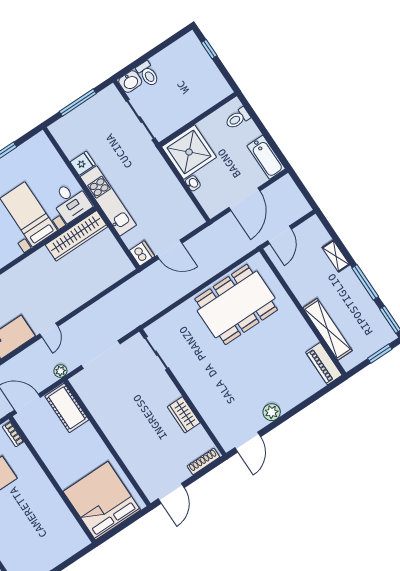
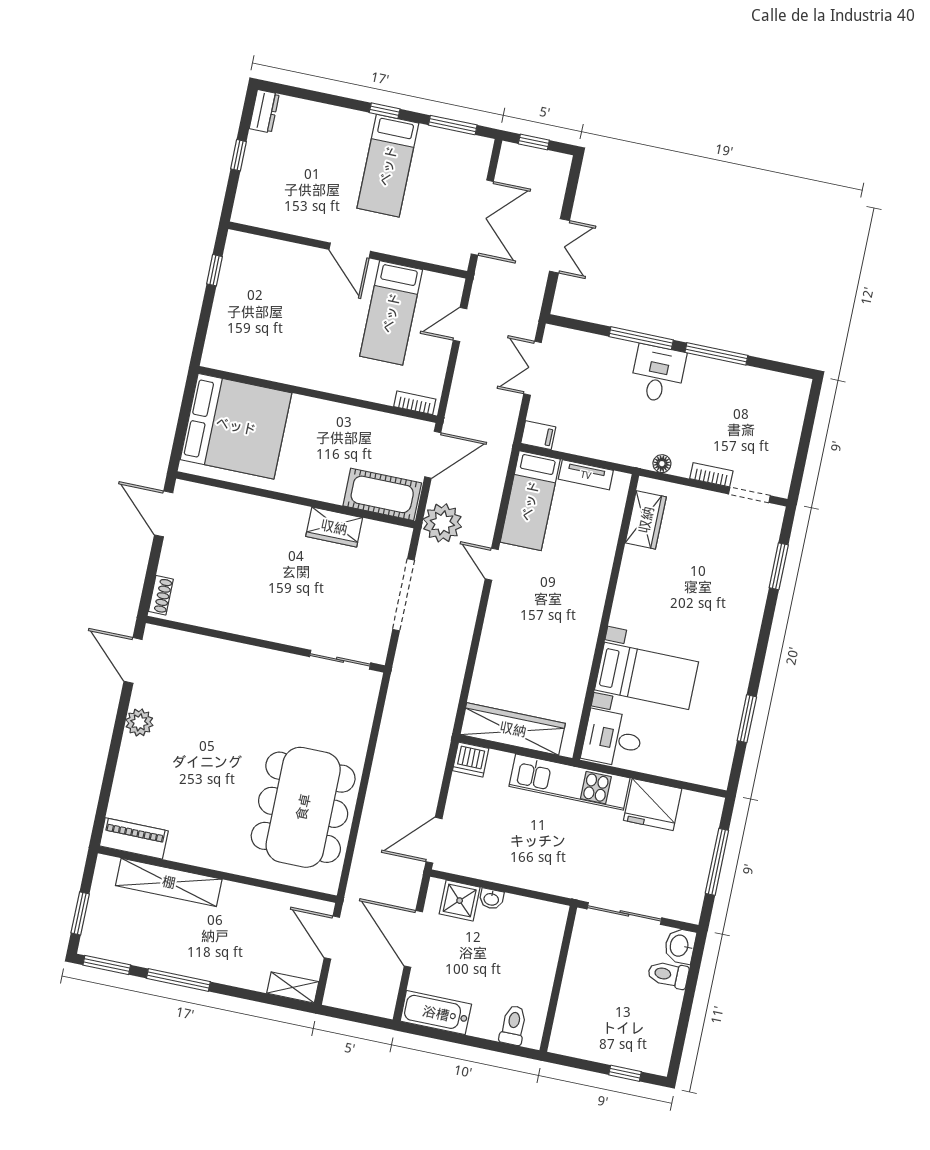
shower: (189, 152) -> (460, 901), moved, width x0.54, depth x0.54
fridge: (83, 163) -> (653, 805), width x1.88, depth x1.34
wardrobe: (76, 236) -> (513, 729), moved, turned 90
door: (169, 249) -> (434, 840), moved
shelving: (336, 256) -> (293, 987), moved
plant: (60, 371) -> (442, 523), width x1.88, depth x1.88
wardrobe: (184, 415) -> (334, 527), moved, turned 180
shoe rack: (203, 461) -> (161, 595), width x0.70

